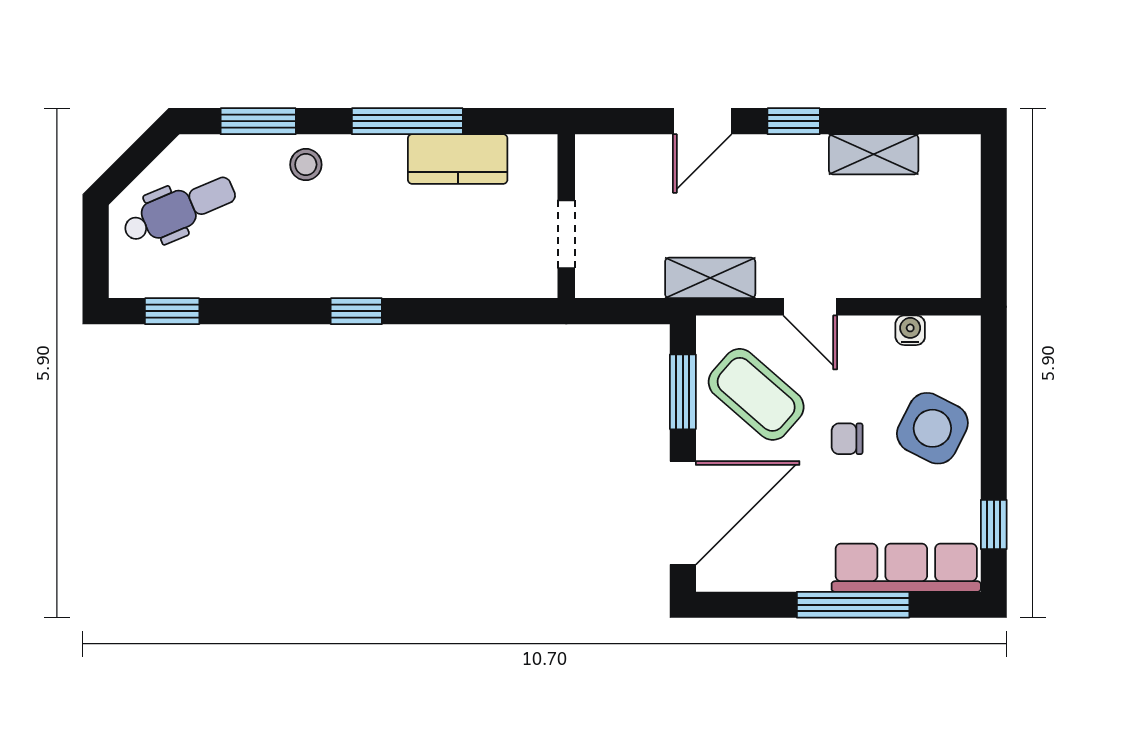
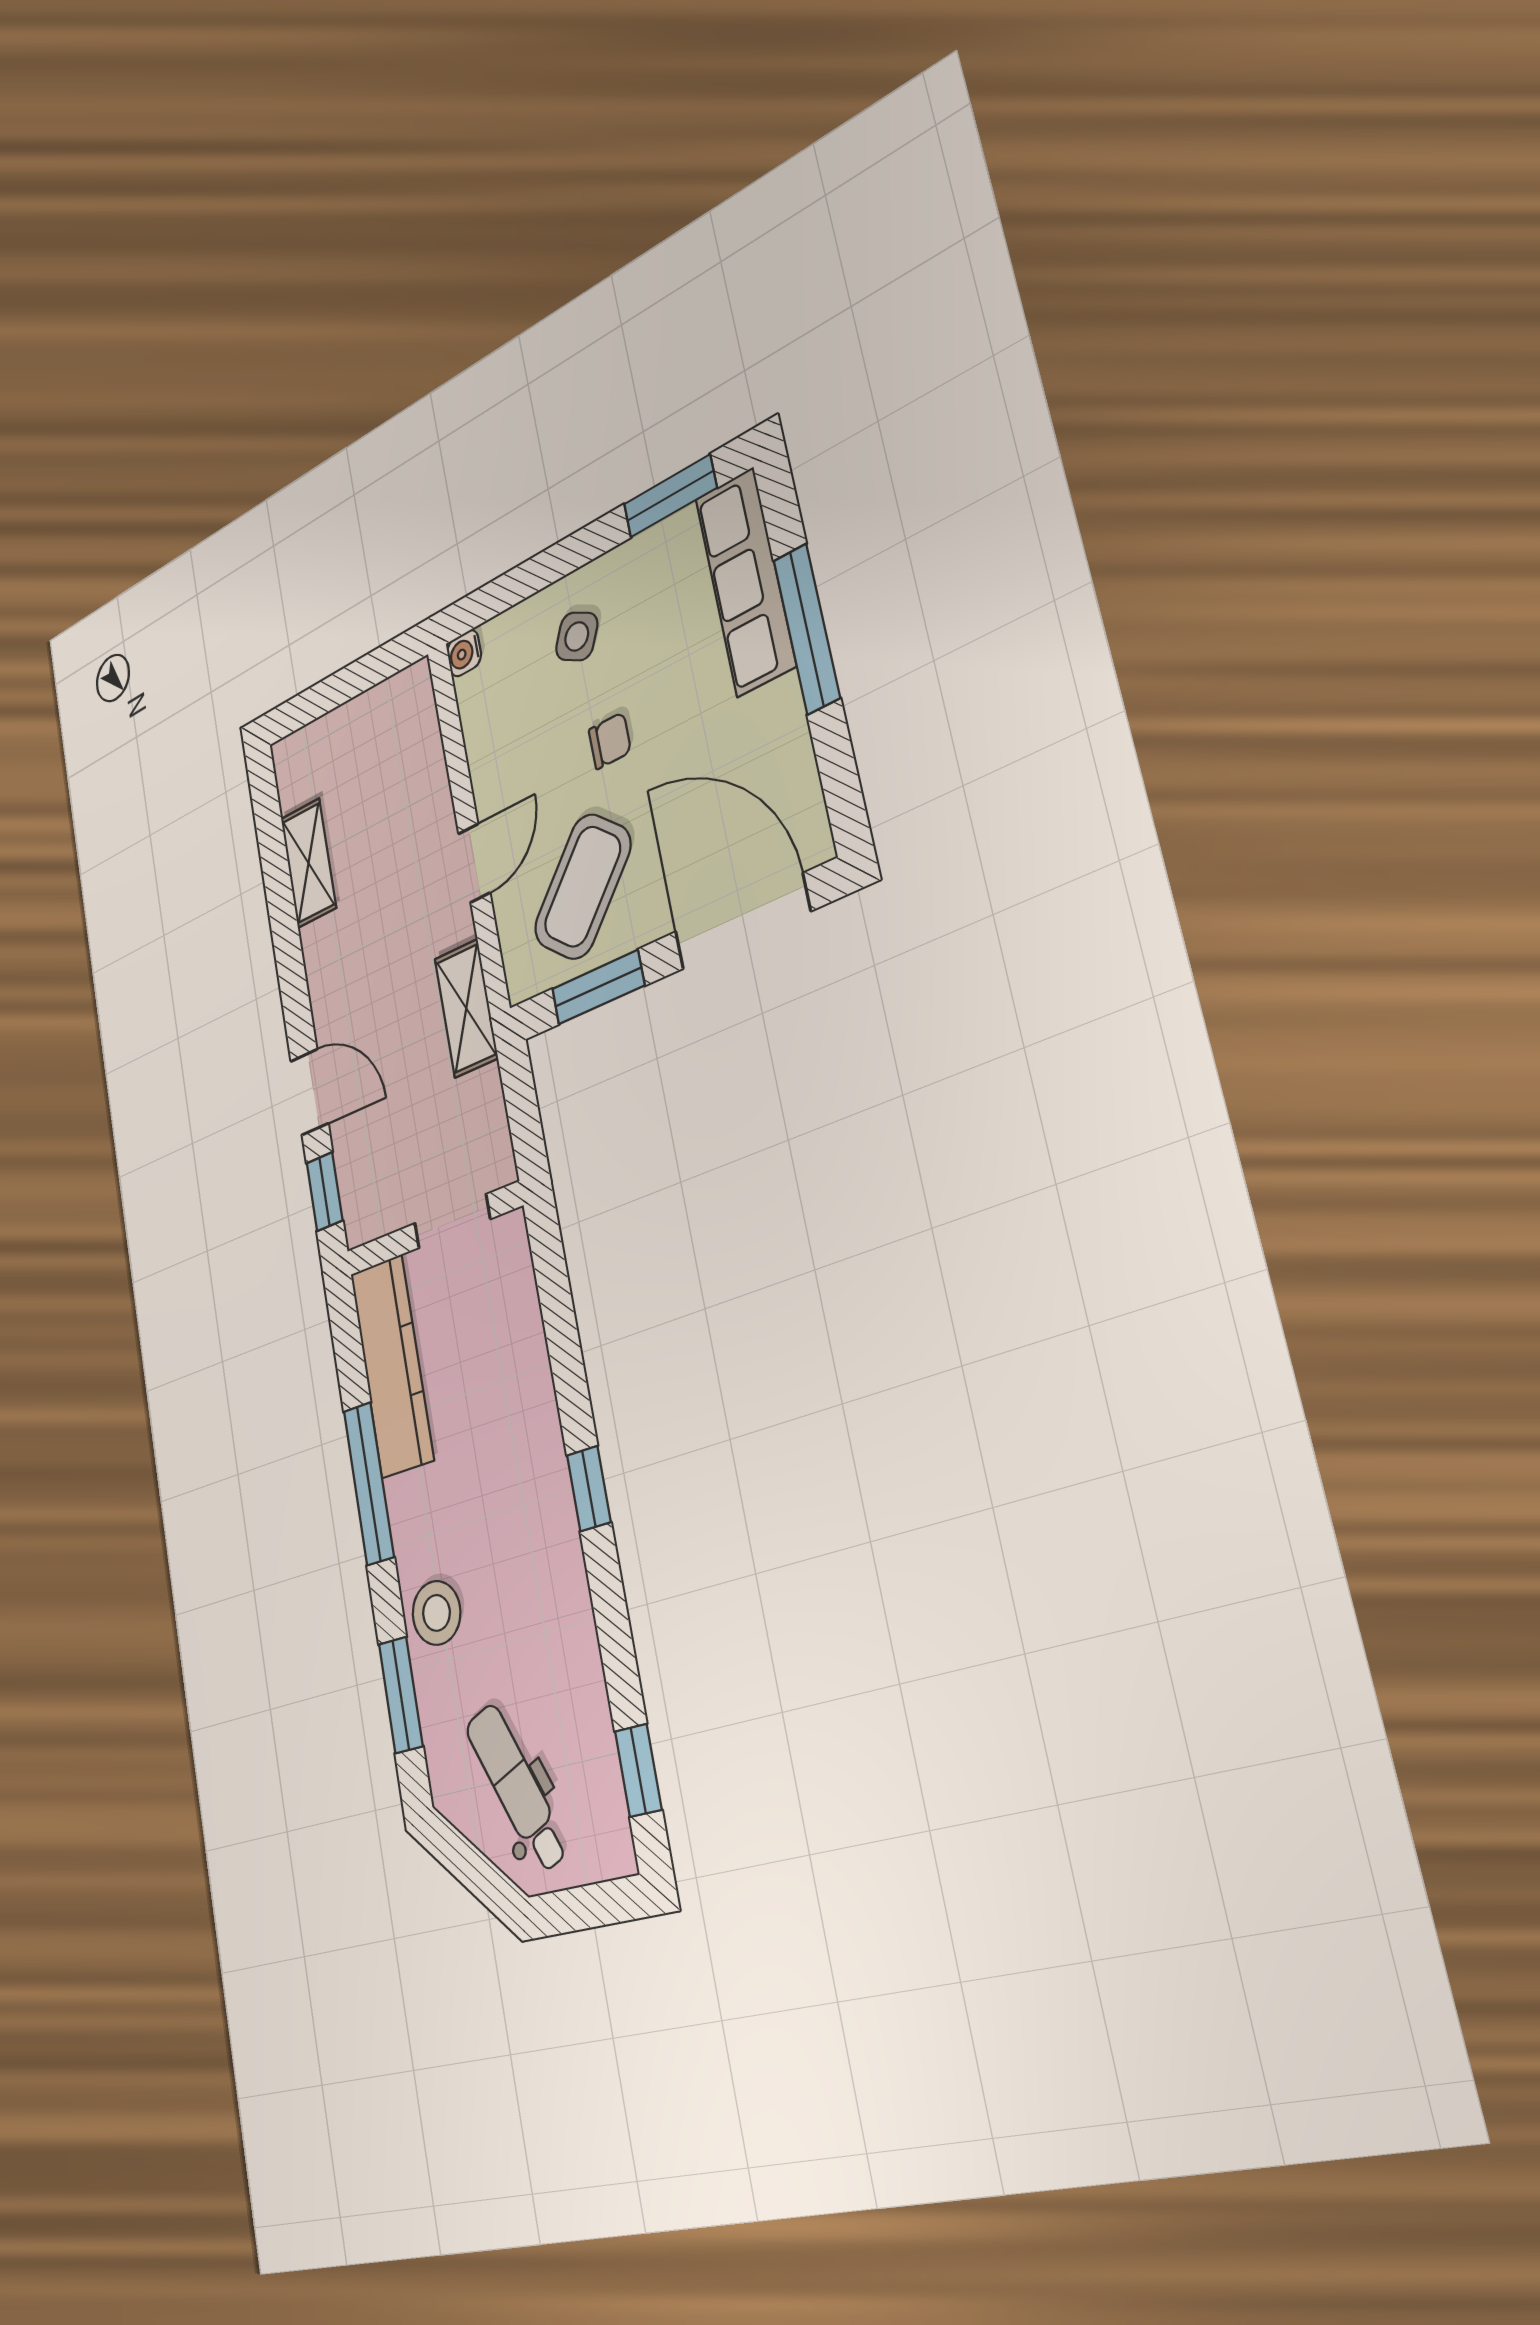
window: (794, 121) -> (325, 1192), moved
kitchen counter: (458, 159) -> (392, 1366), width x1.50
stool: (306, 165) -> (436, 1613), width x1.37, depth x1.37
water cooler: (910, 330) -> (464, 653), moved
side table: (932, 428) -> (577, 636), width x0.54, depth x0.54
chair: (847, 439) -> (610, 741), turned -90
window: (994, 525) -> (670, 496), width x1.50

